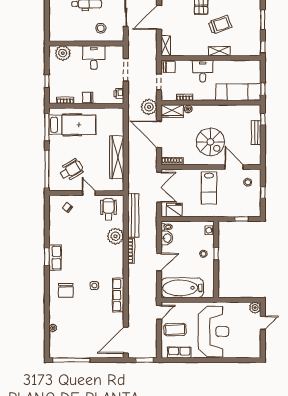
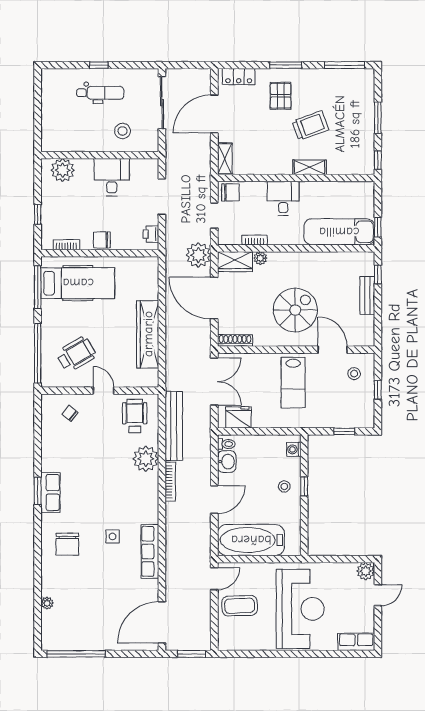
spiral stairs: (210, 142) -> (295, 310), turned -90
row of seats: (179, 352) -> (356, 642), moved

